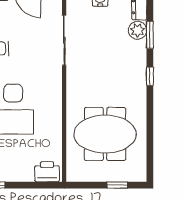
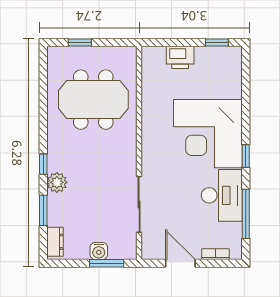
plant: (138, 30) -> (57, 182), moved
printer: (47, 172) -> (180, 57), moved

